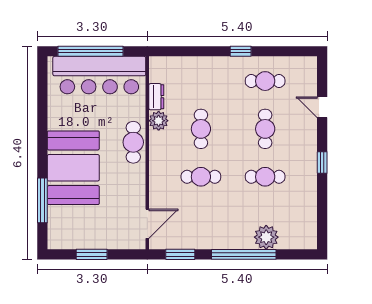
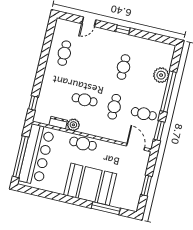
window: (241, 51) -> (33, 103), moved
cafe table: (265, 129) -> (144, 114), moved

